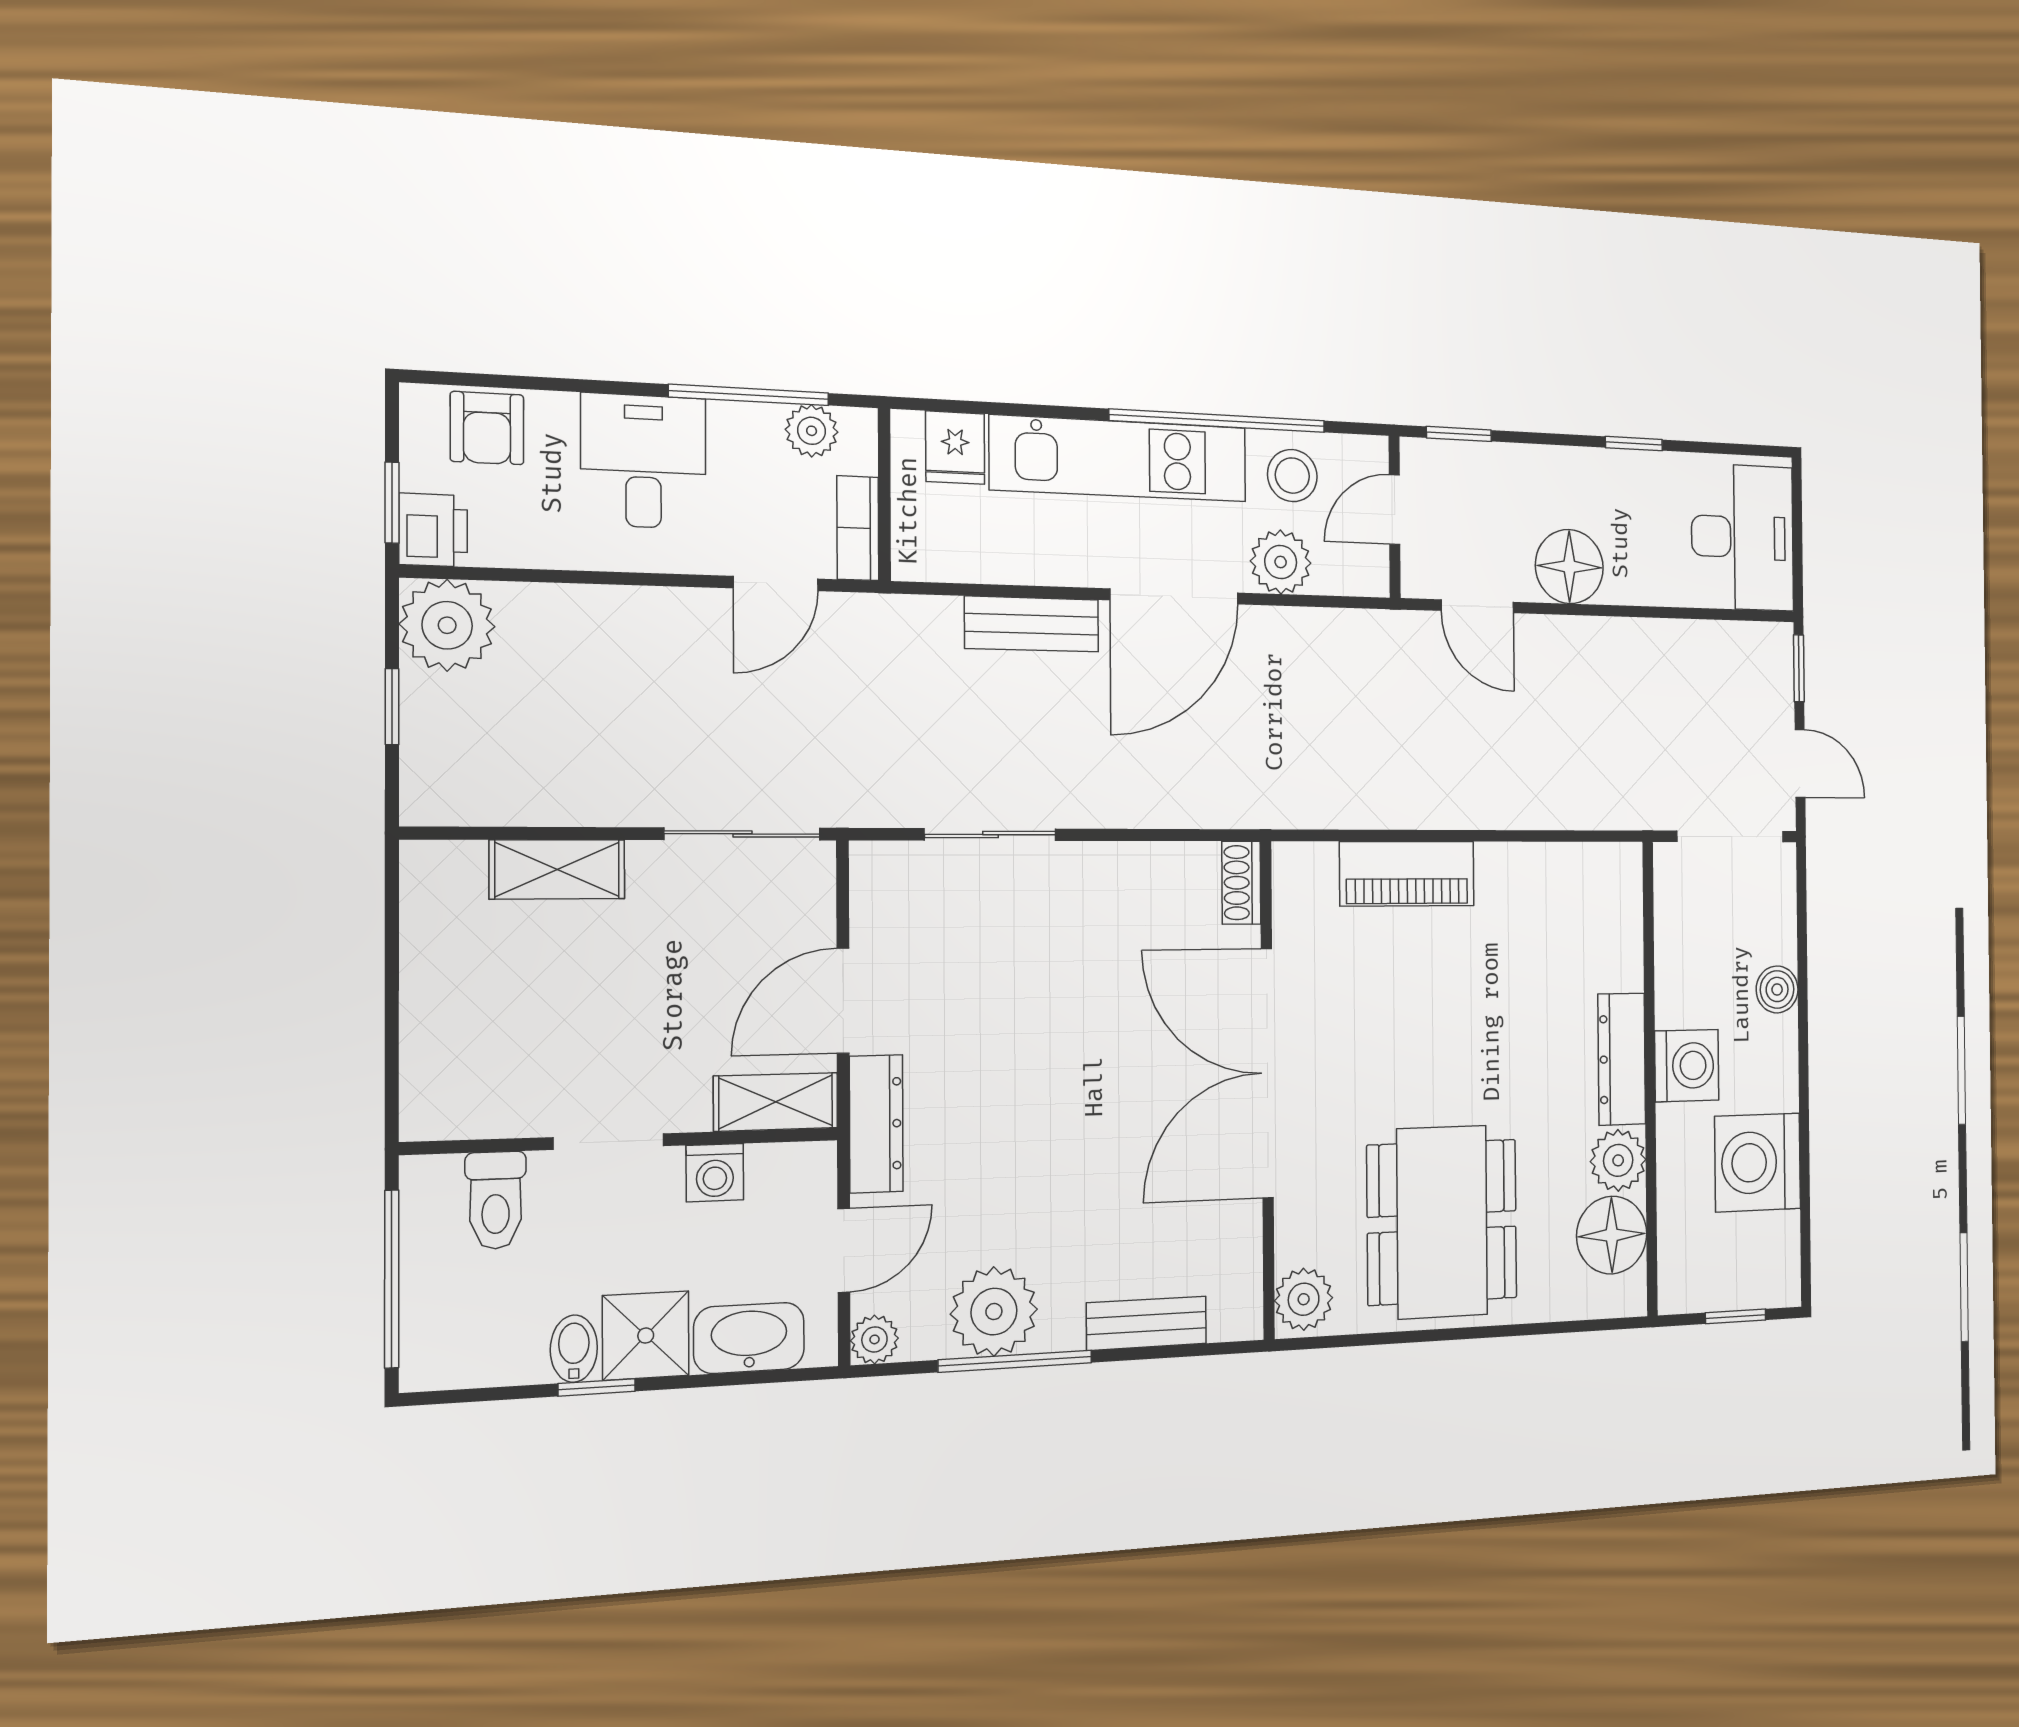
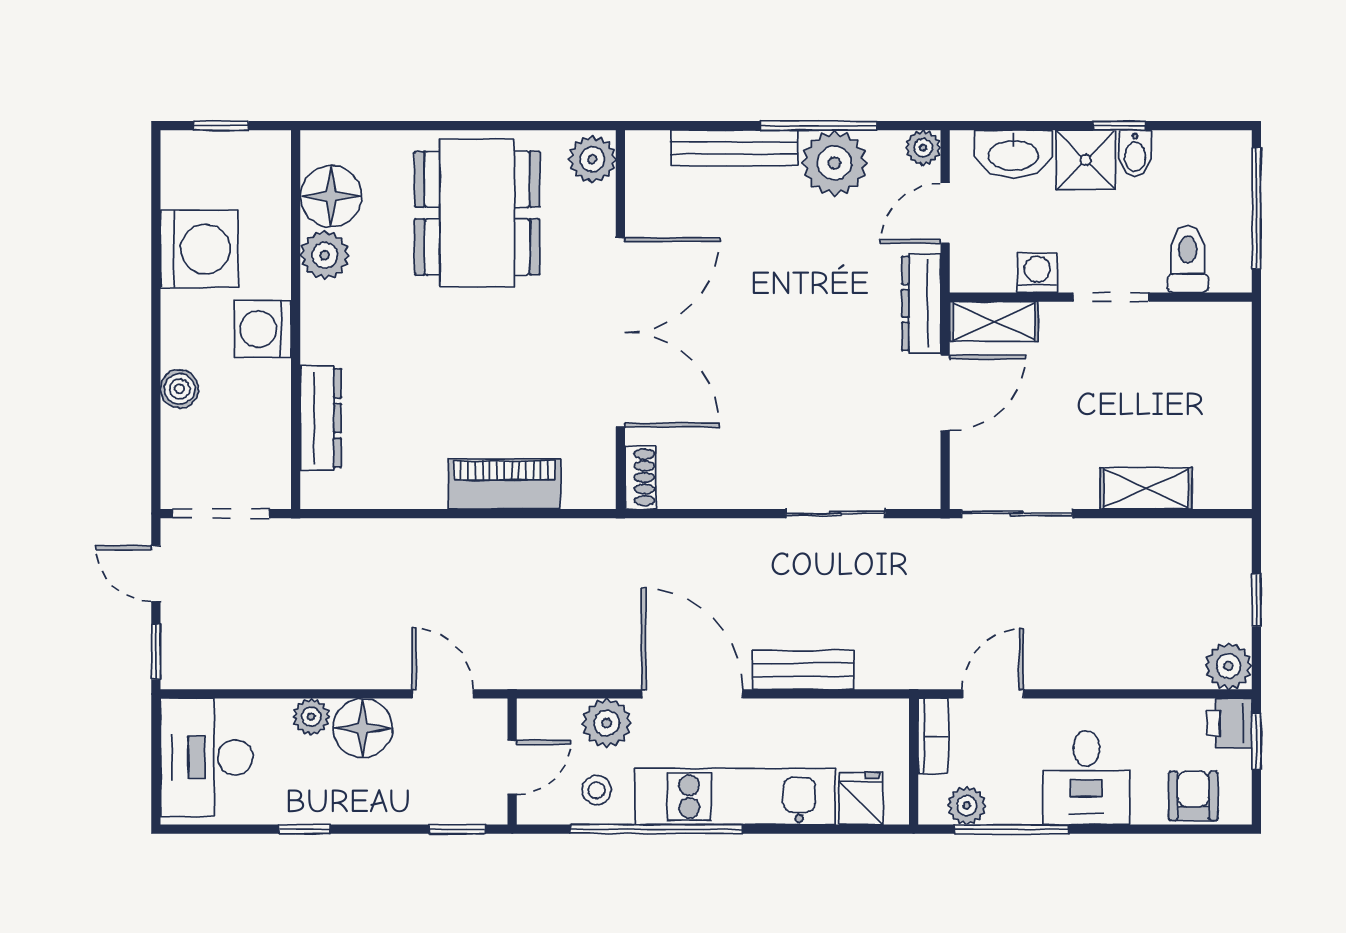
stool: (1292, 476) -> (597, 790), width x0.73, depth x0.73
plant: (1628, 583) -> (311, 717), added
door: (1174, 596) -> (692, 694), hinge flipped
plant: (447, 625) -> (1228, 666), width x0.73, depth x0.73
dresser: (1622, 1059) -> (321, 418), moved
bench: (1147, 1323) -> (734, 148), width x1.36

